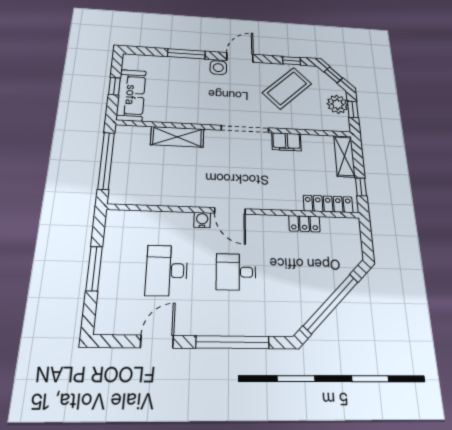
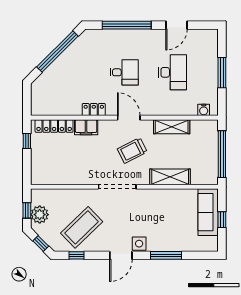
filing cabinet: (286, 142) -> (86, 127), moved, turned 180
shelving: (344, 156) -> (172, 127), moved, turned 90
trolley: (226, 170) -> (132, 150), added
water cooler: (202, 220) -> (204, 110), moved
locker: (304, 224) -> (94, 110), moved

